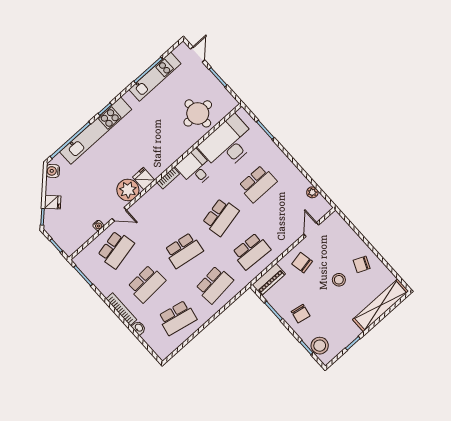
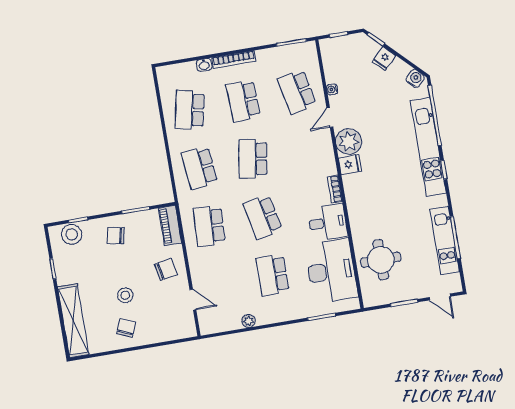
plant: (312, 192) -> (249, 321), moved

